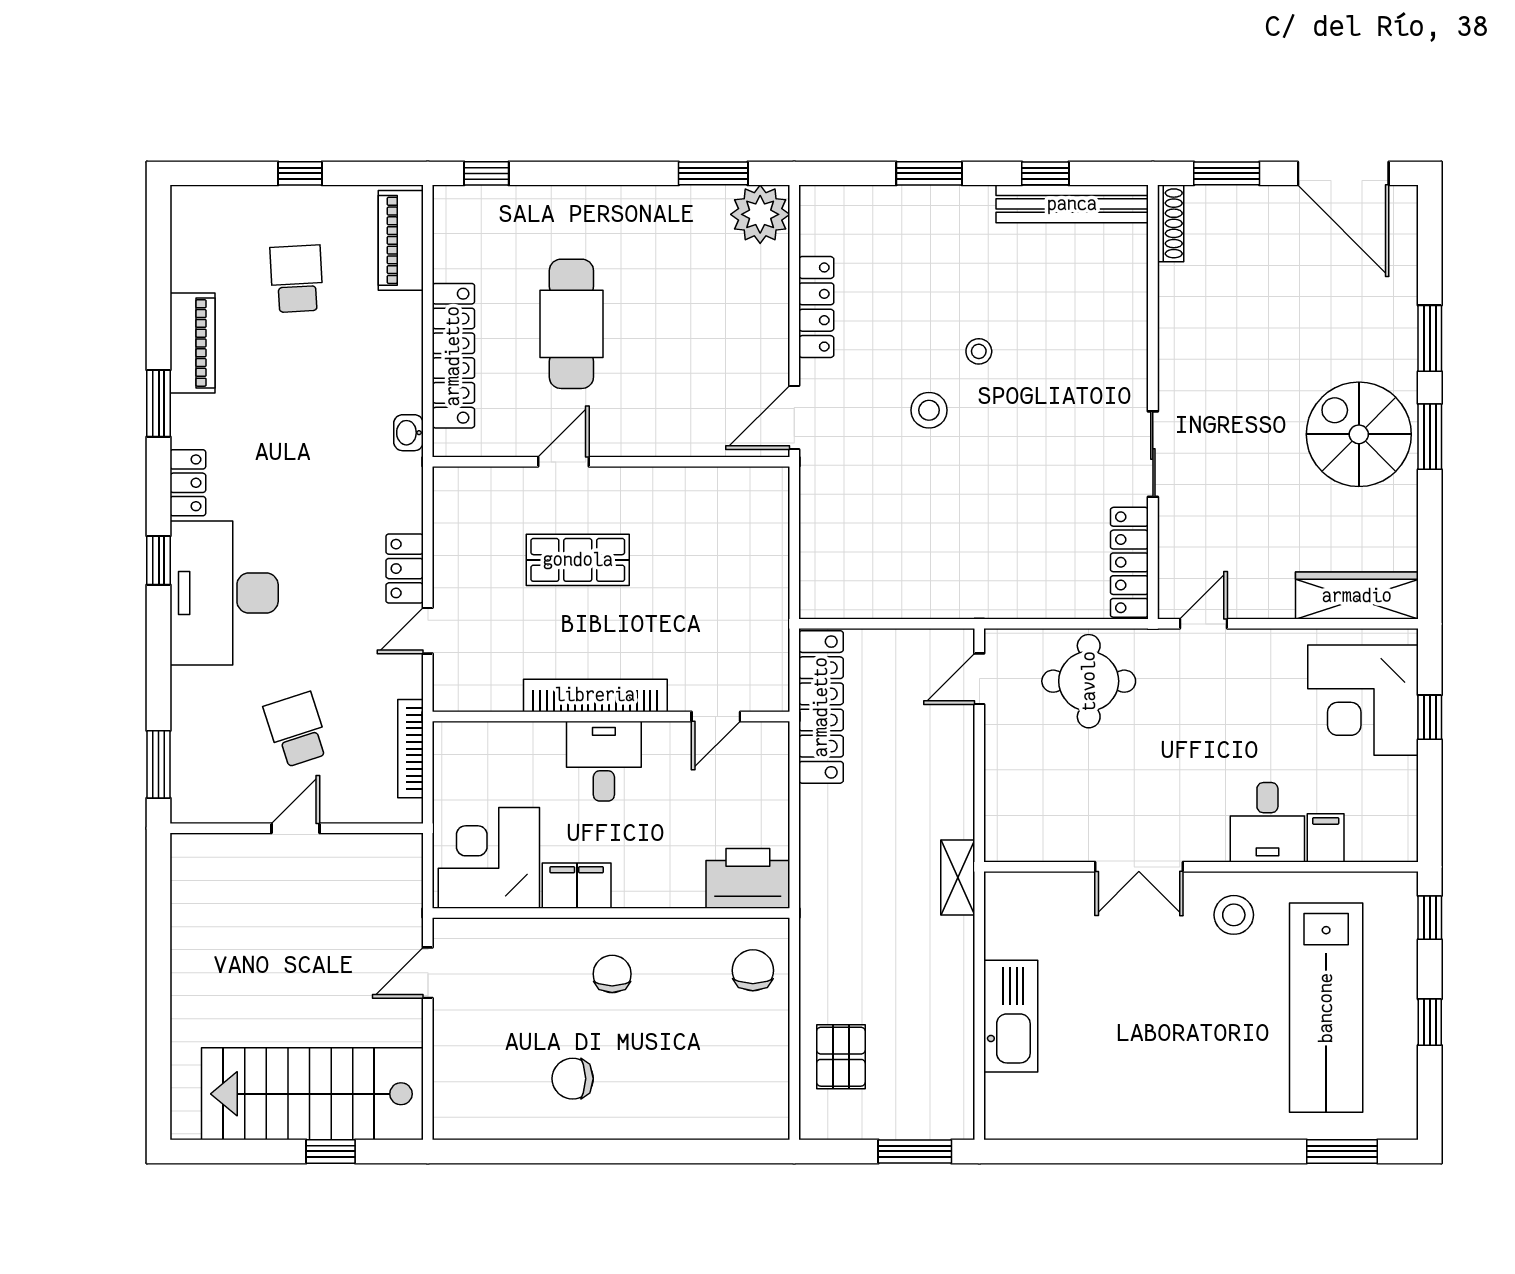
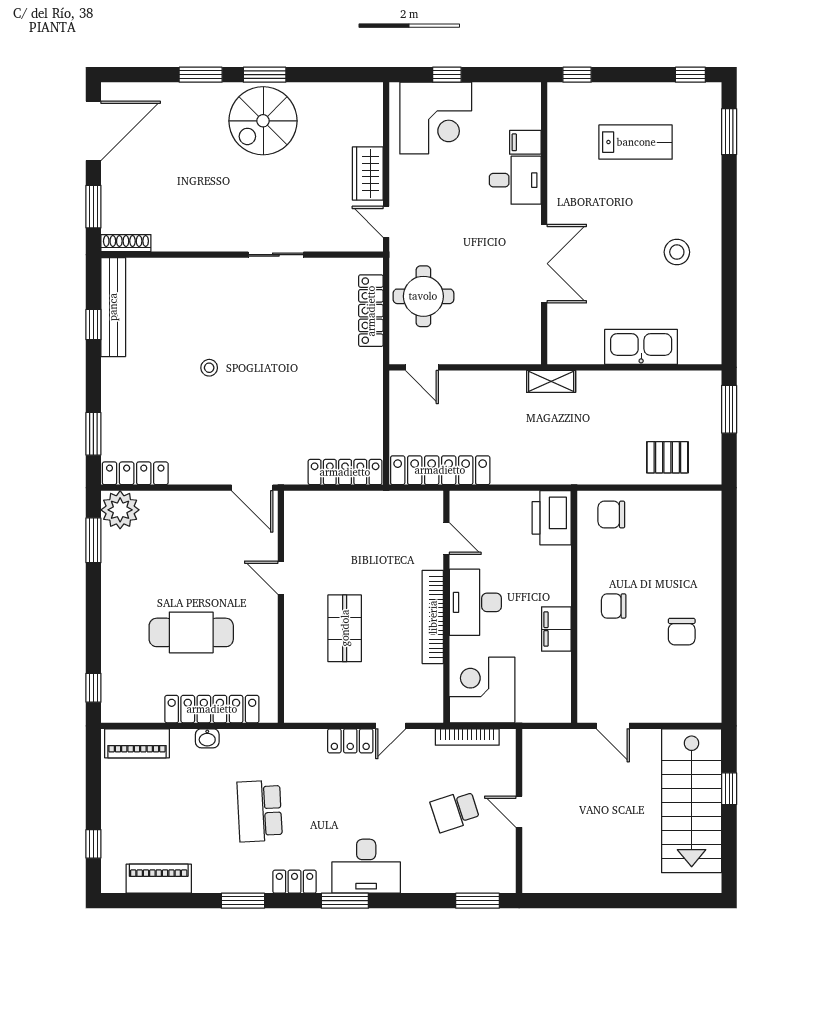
window: (300, 173) -> (93, 844), moved
window: (929, 173) -> (93, 434), moved
school desk: (297, 279) -> (260, 811), moved, width x1.85
locker: (816, 307) -> (135, 473), moved
piano: (193, 343) -> (159, 879), moved
stool: (929, 410) -> (247, 400), removed
washbasin: (408, 433) -> (207, 738), moved
door: (564, 462) -> (281, 578), moved
window: (159, 560) -> (345, 901), width x1.50
locker: (818, 561) -> (345, 472), added
locker: (1129, 562) -> (371, 311), moved, turned 90
desk: (224, 593) -> (366, 866), width x0.73, depth x0.77
wardrobe: (1357, 596) -> (368, 173), moved, width x0.67
door: (428, 631) -> (391, 726), hinge flipped
desk: (604, 761) -> (475, 602), width x1.37
corner desk: (489, 858) -> (482, 690), moved, turned 90
double door: (1139, 867) -> (544, 264), width x1.37
stool: (1234, 915) -> (677, 252), moved
lab bench: (1326, 1008) -> (636, 142), width x0.54, depth x0.72
window: (1430, 1022) -> (690, 75), moved

